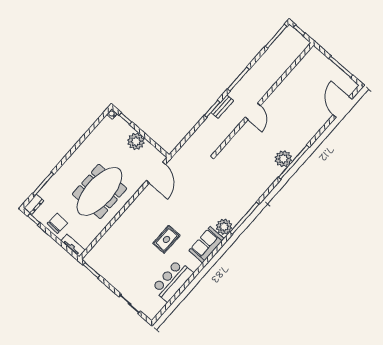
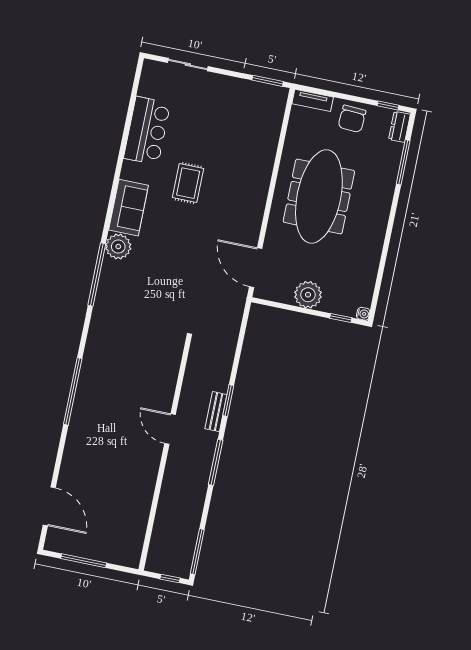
plant: (283, 159) -> (90, 388), removed

